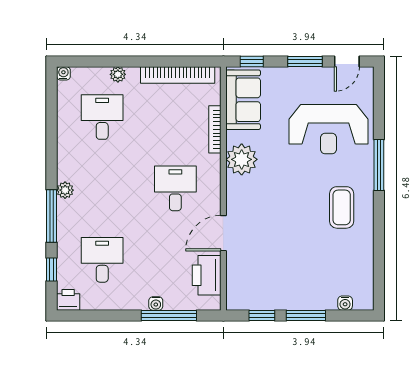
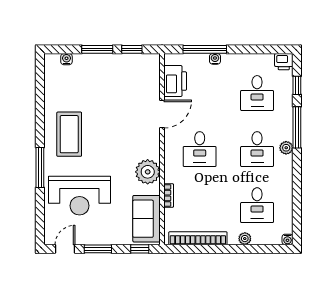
bookcase: (215, 129) -> (169, 196), width x0.64
reception desk: (329, 129) -> (79, 196), turned 180
desk: (102, 188) -> (257, 149), added
coffee table: (342, 207) -> (69, 134), width x1.36, depth x1.32

